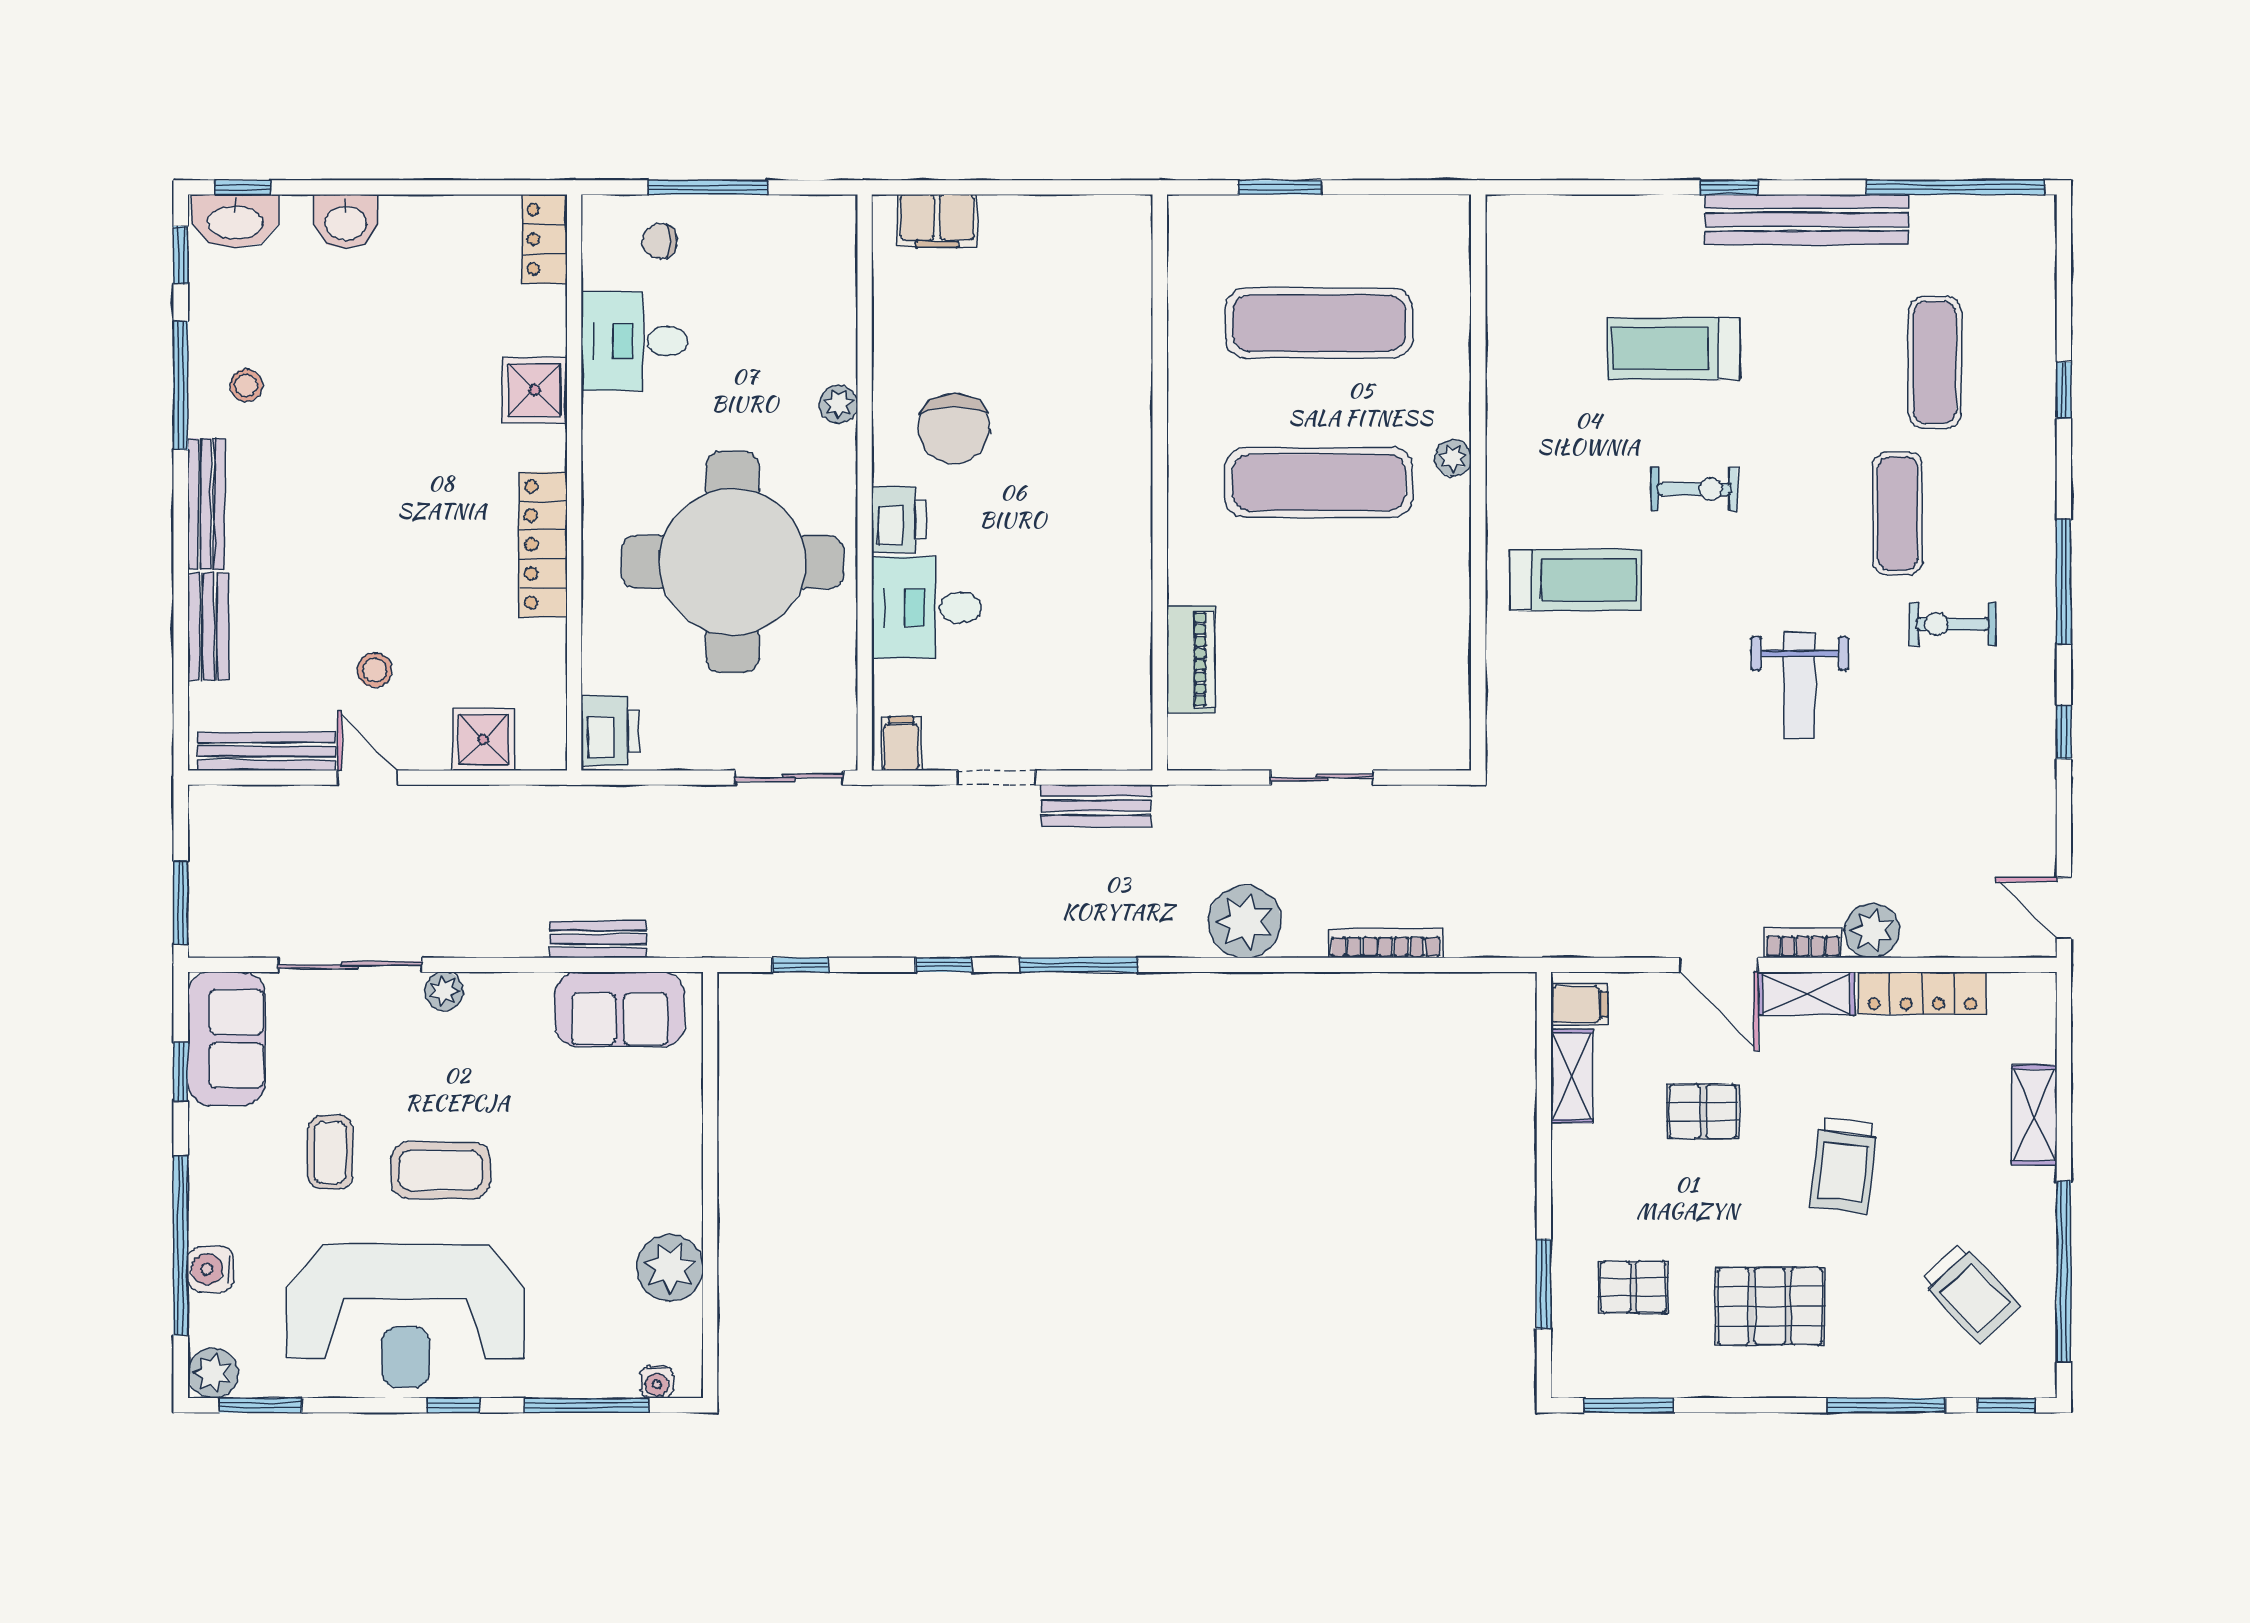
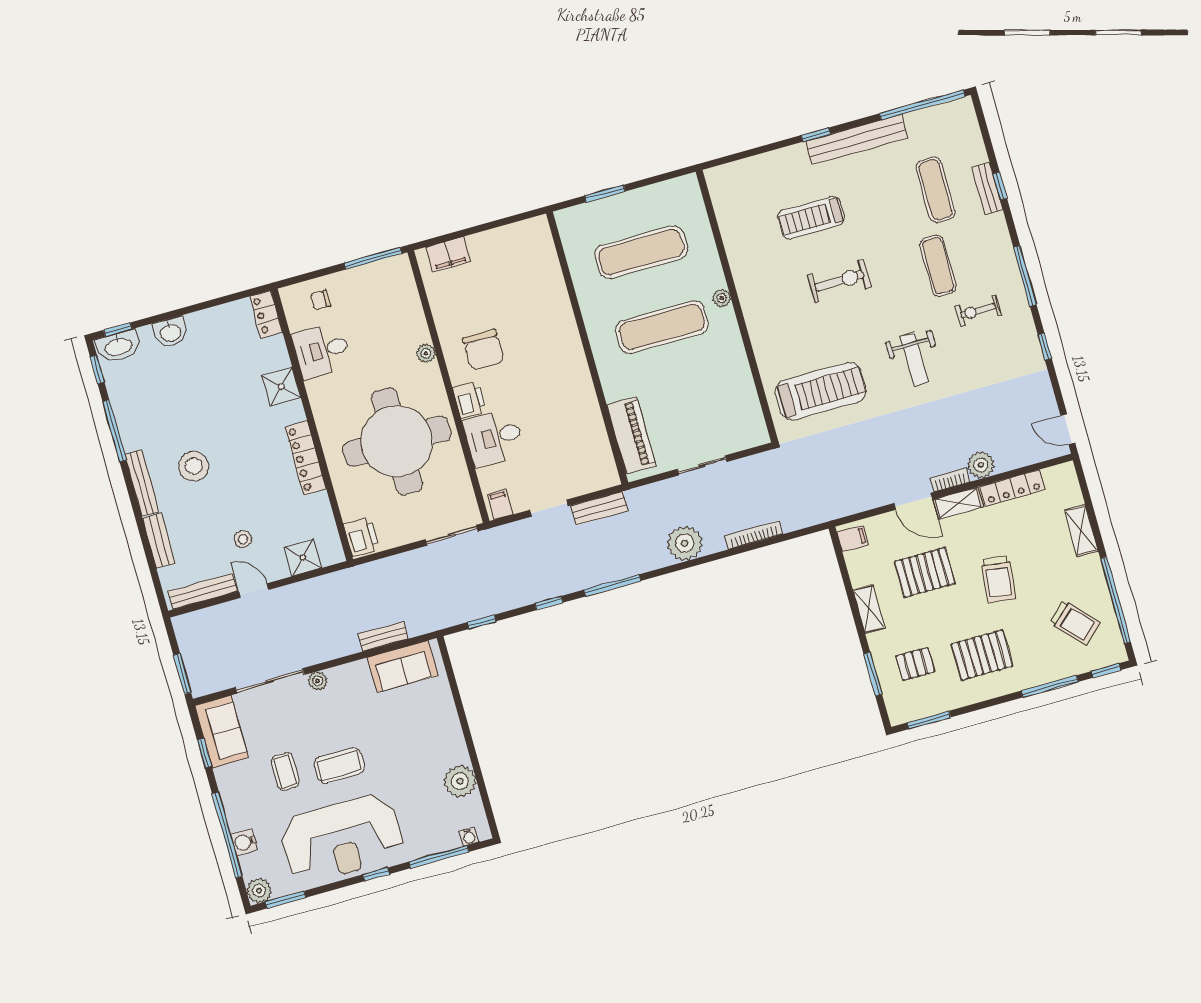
window: (708, 187) -> (373, 258), moved
stool: (246, 385) -> (194, 466), moved, width x1.89, depth x1.89
bench: (2038, 388) -> (987, 188), added
exercise bike: (1694, 489) -> (839, 281), width x1.38, depth x1.39
treadmill: (1575, 580) -> (821, 391), moved, width x1.37, depth x1.38
piano: (1191, 659) -> (631, 435), width x1.37, depth x1.33
shelving: (1572, 1076) -> (869, 609), moved
pallet: (1703, 1112) -> (925, 572), width x1.50, depth x1.42

